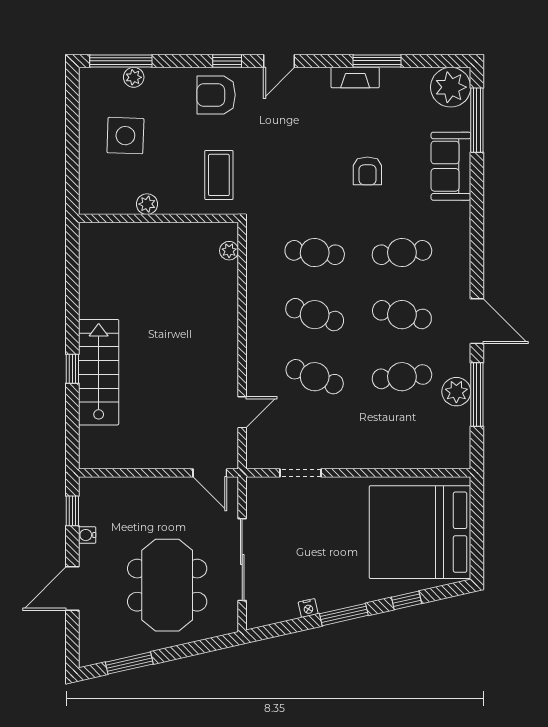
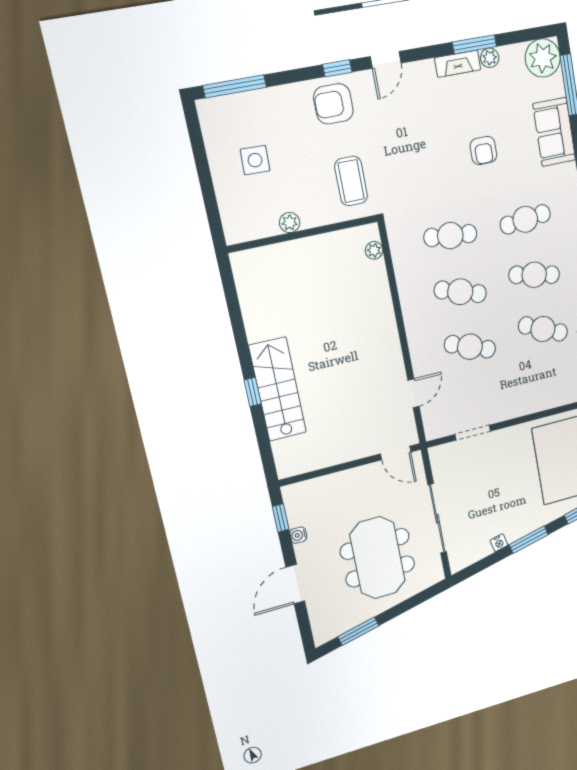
plant: (134, 77) -> (490, 58), moved
side table: (125, 136) -> (255, 160), width x0.73, depth x0.73
cafe table: (402, 377) -> (543, 329), turned 30

